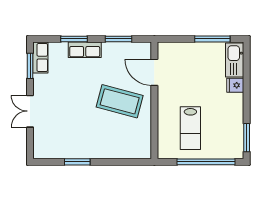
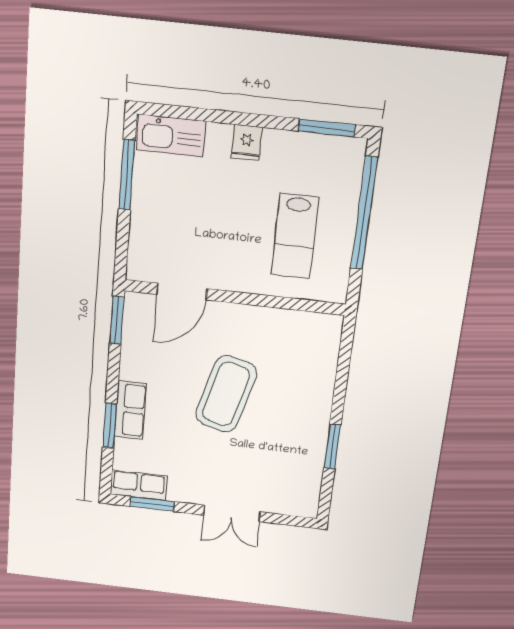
window: (118, 39) -> (117, 320), moved
fridge: (235, 85) -> (247, 142), moved
coffee table: (120, 101) -> (226, 394), moved
lab bench: (190, 128) -> (295, 236), turned 90

